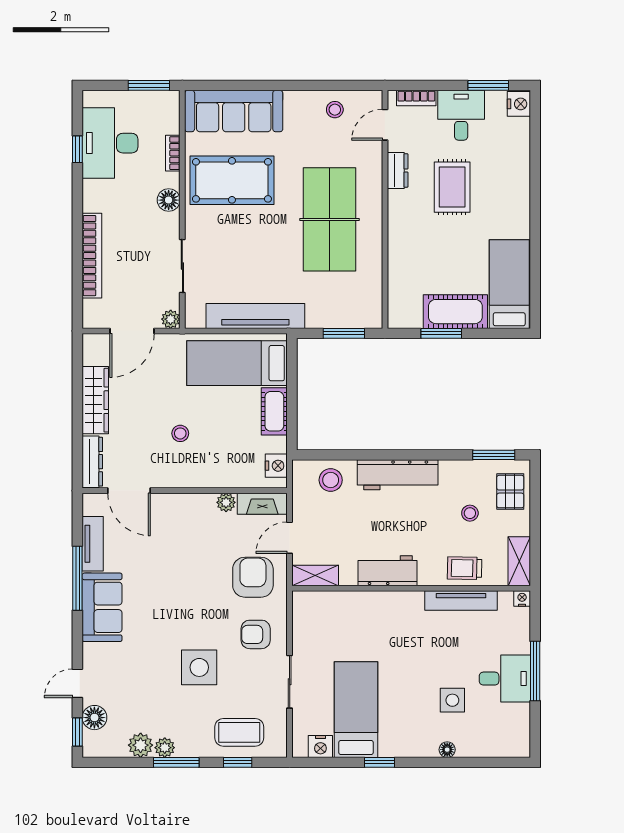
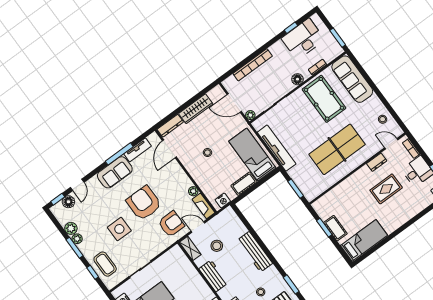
cot: (455, 312) -> (335, 228), width x0.73, depth x0.75
stool: (331, 480) -> (217, 246), moved
armchair: (256, 634) -> (144, 203), moved, width x1.88, depth x1.88
door: (77, 683) -> (77, 185), swing flipped

